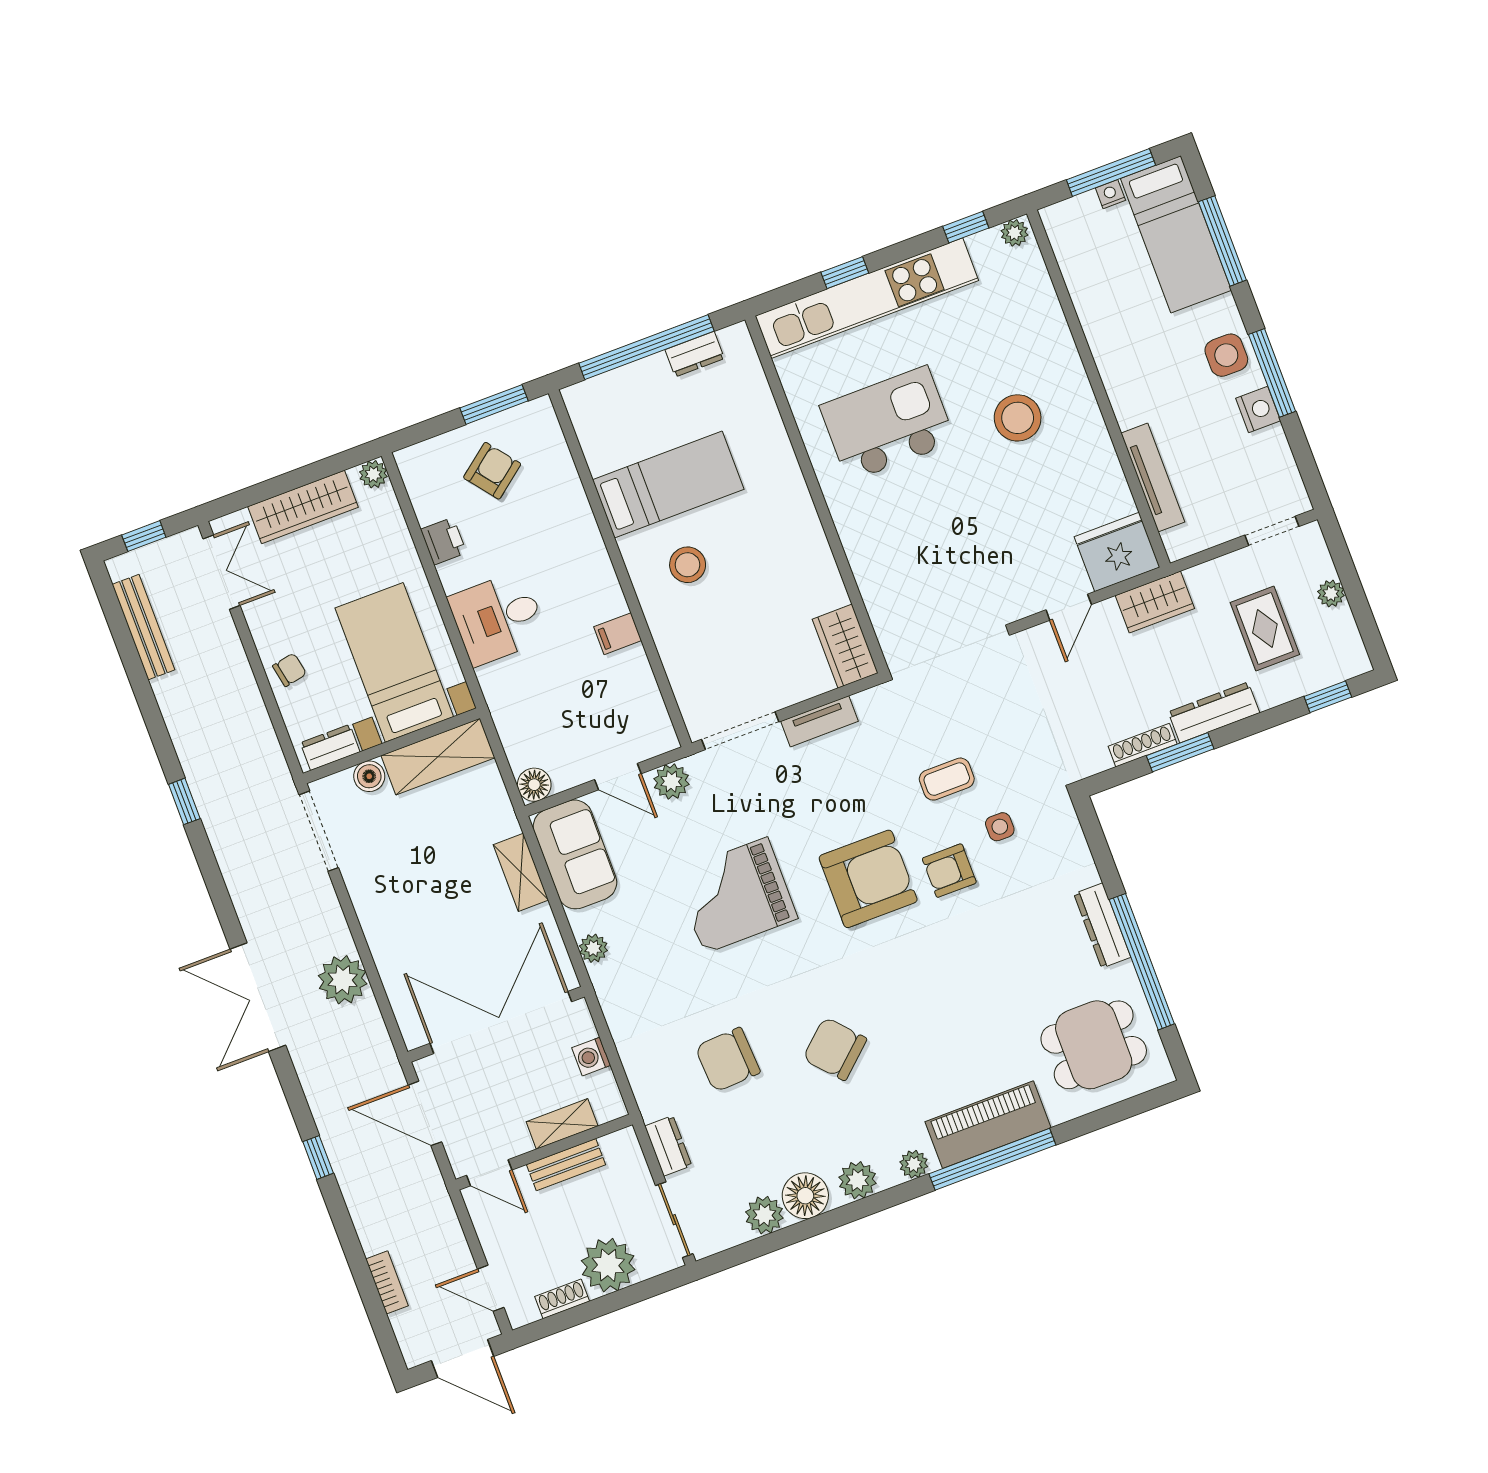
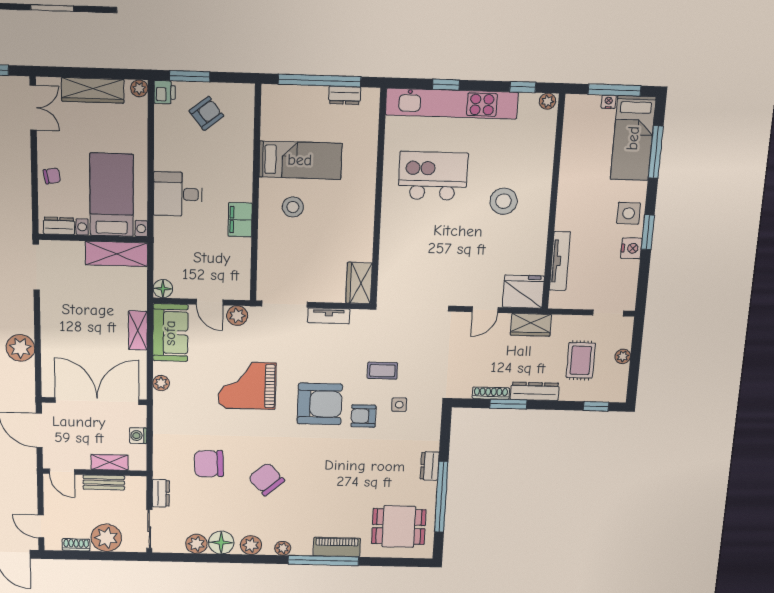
window: (1272, 373) -> (648, 232), width x0.69
window: (494, 404) -> (190, 76), moved
printer: (444, 541) -> (165, 92), moved
filing cabinet: (618, 634) -> (240, 220), width x2.00
boiler: (369, 776) -> (75, 249), removed
dresser: (1102, 925) -> (430, 466), width x0.70
piano: (988, 1125) -> (337, 547), width x0.73, depth x0.75

